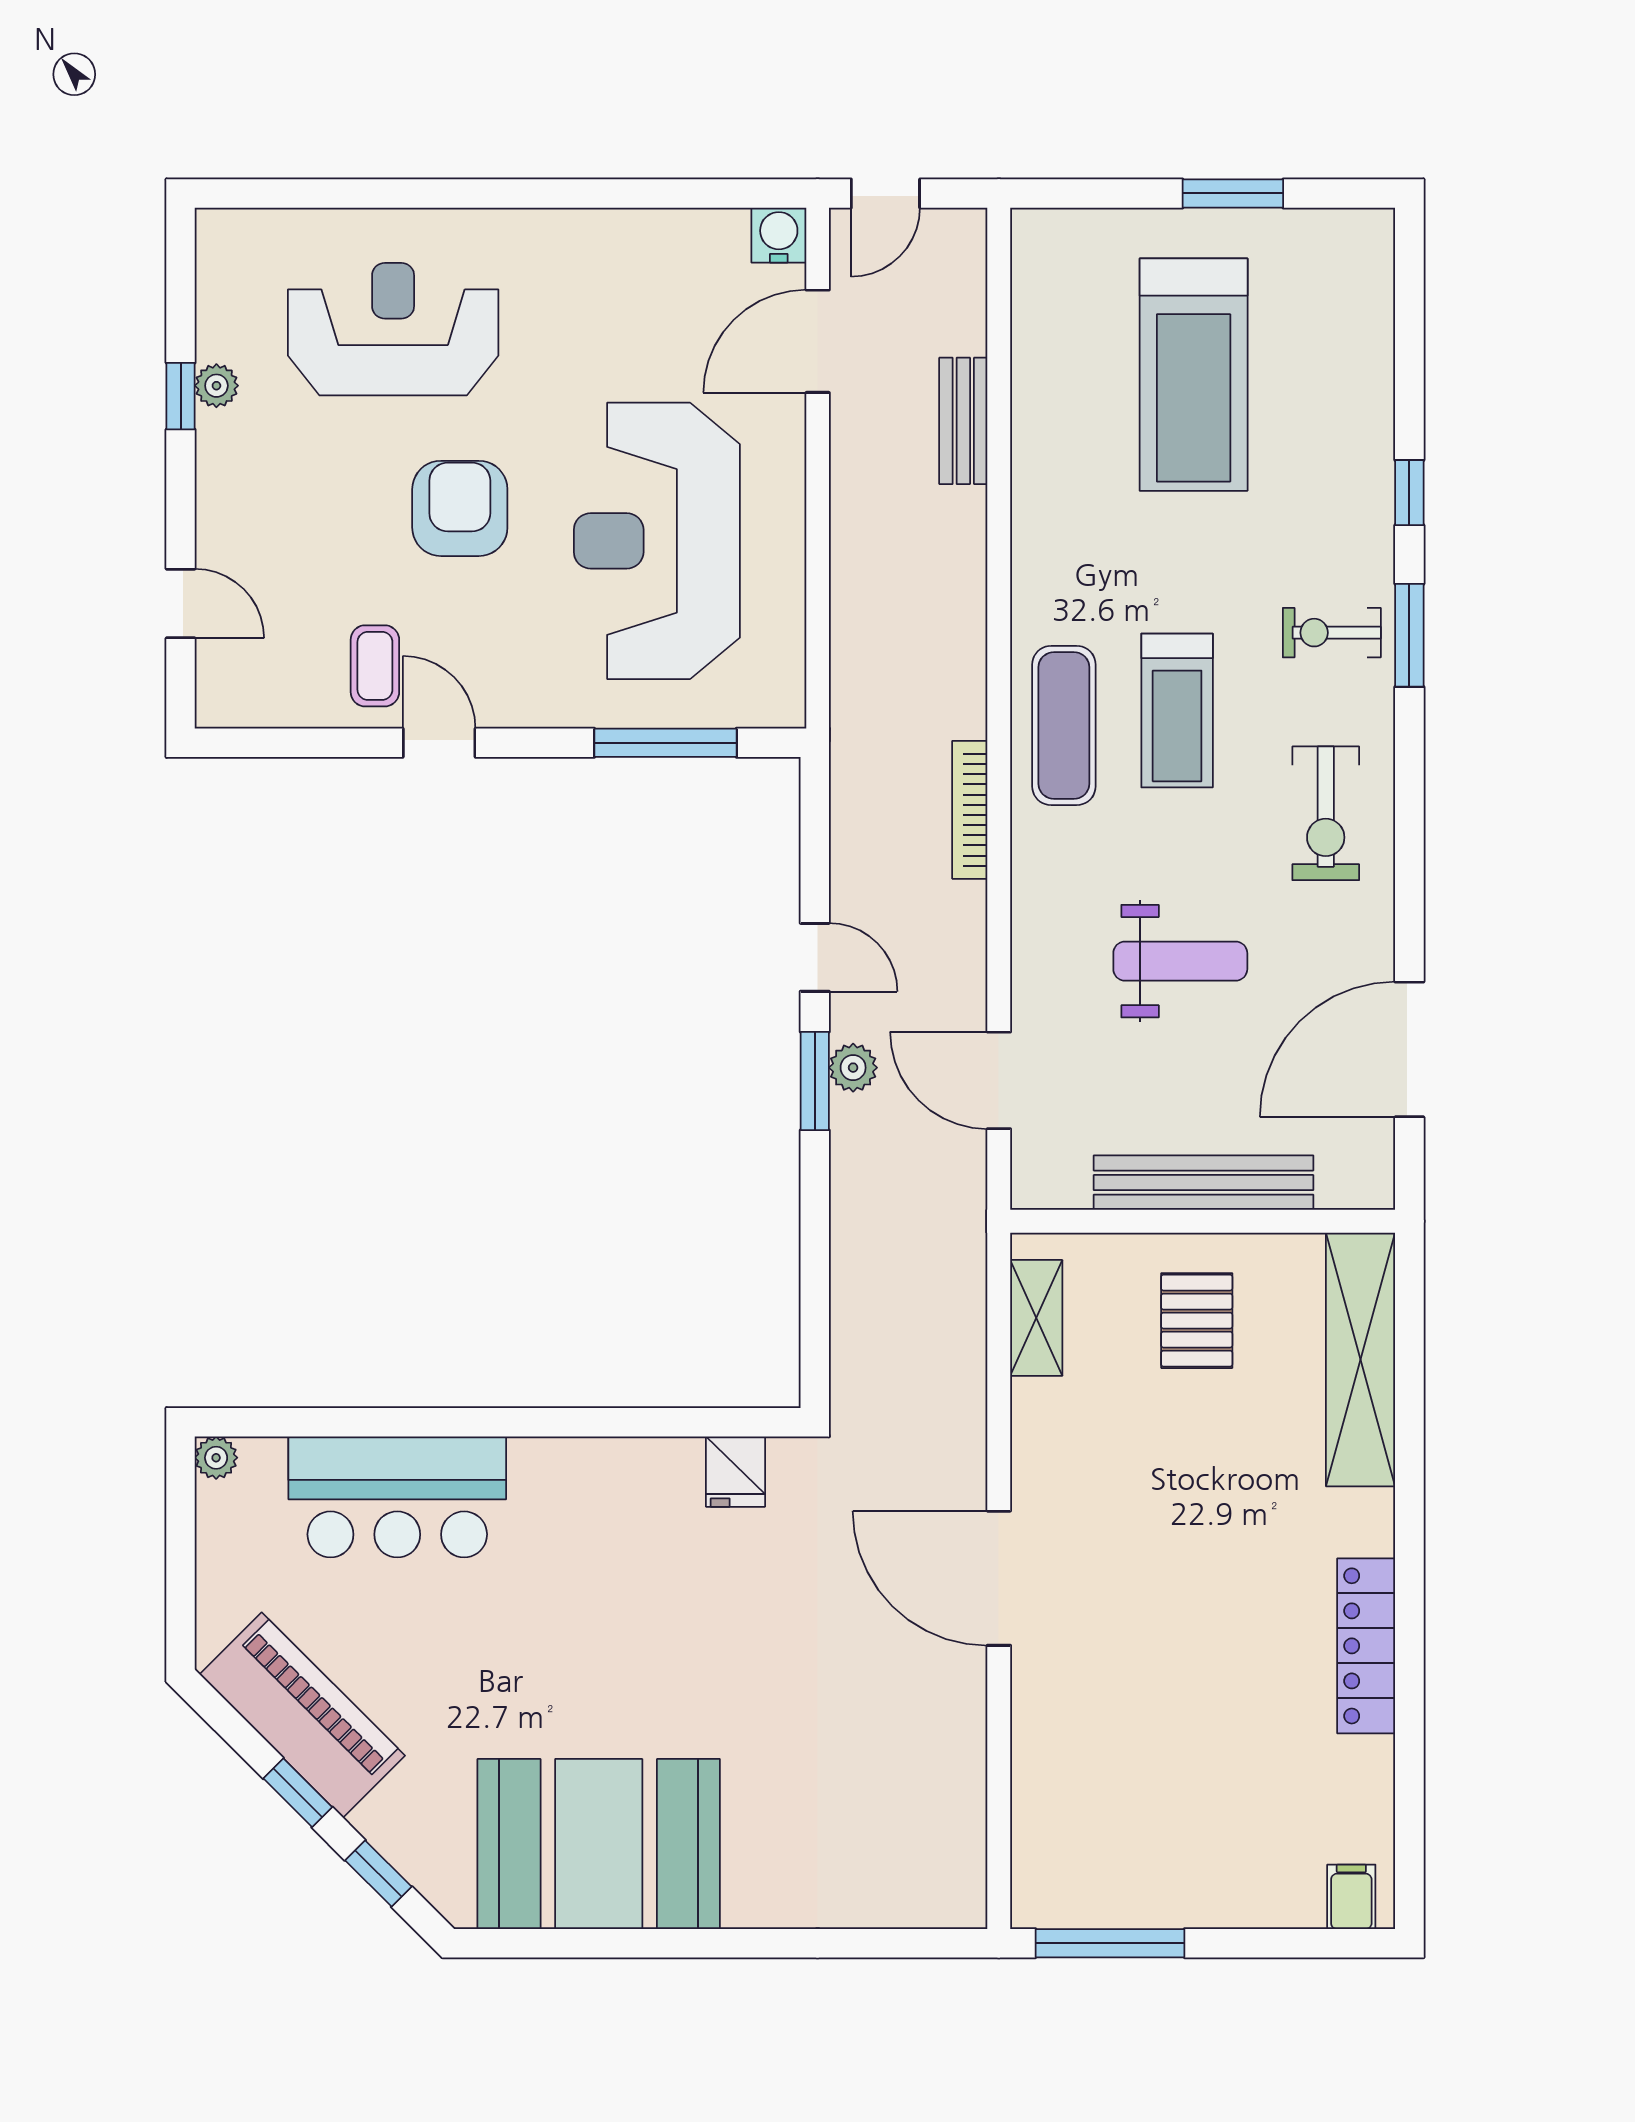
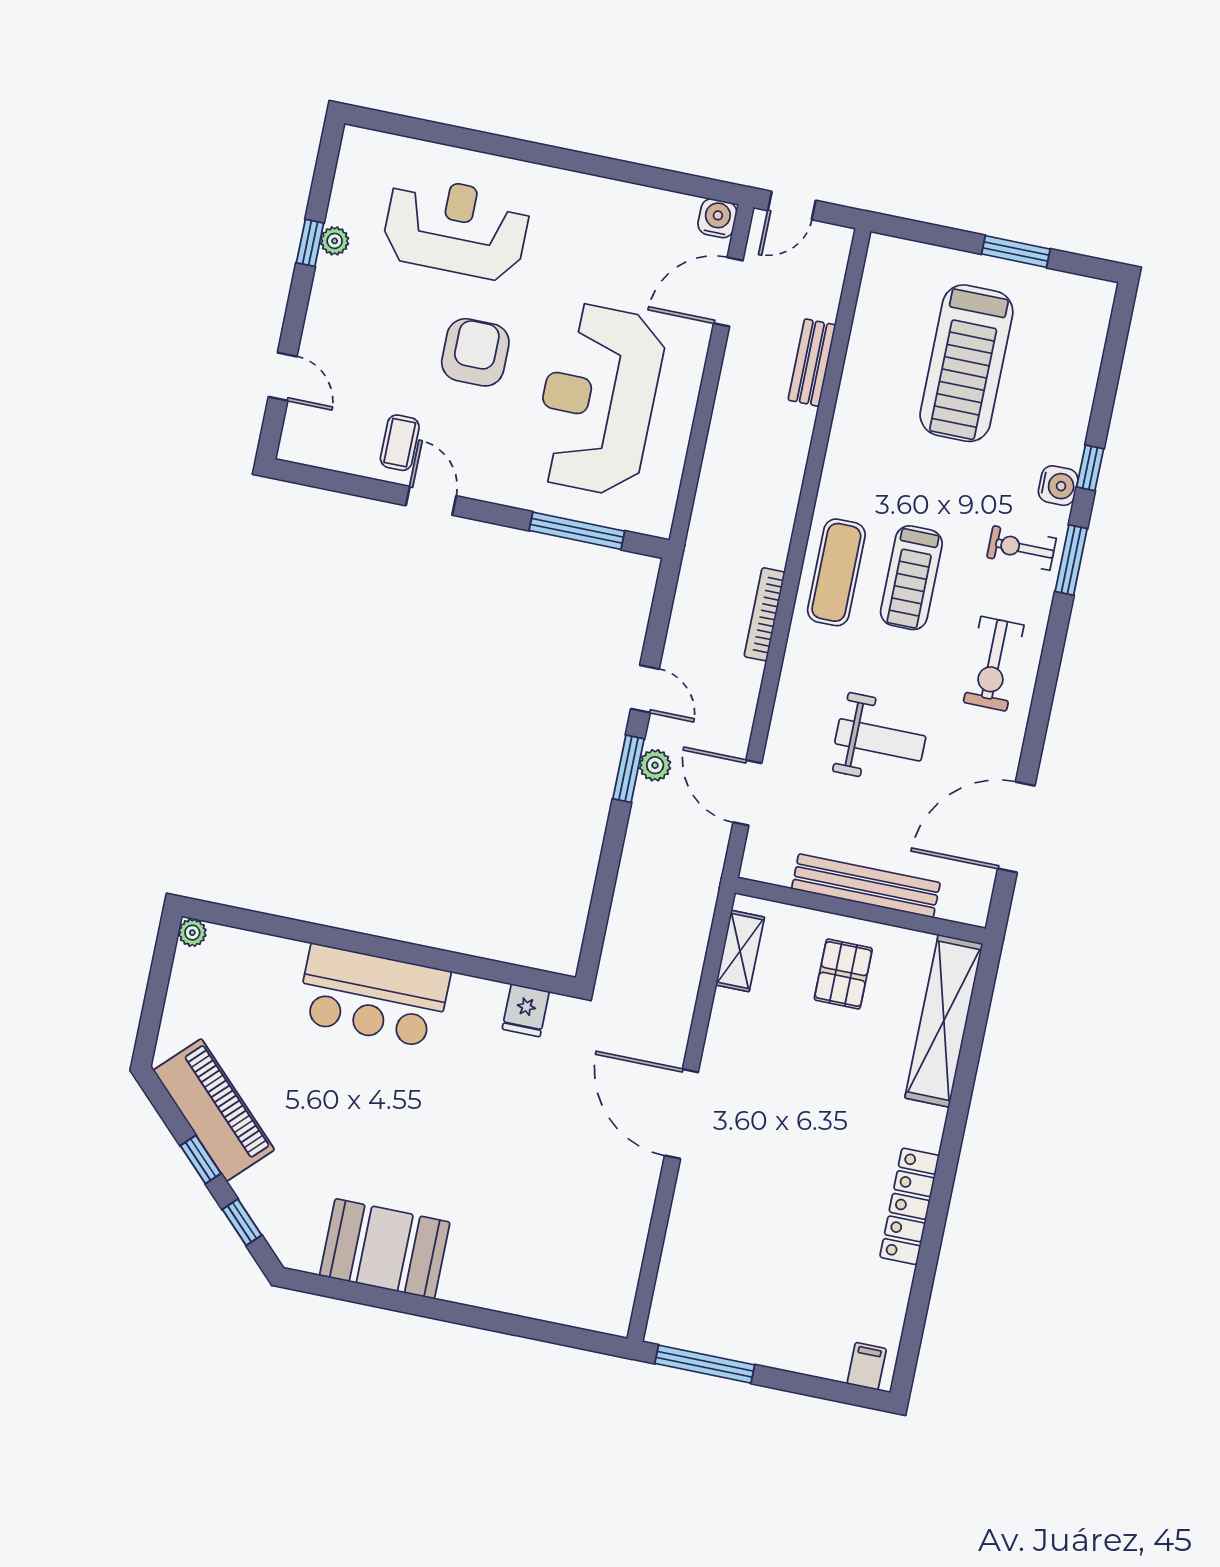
water cooler: (1367, 529) -> (1058, 486), added
bar counter: (397, 1497) -> (373, 996), moved
booth: (599, 1844) -> (385, 1249), width x0.73, depth x0.70

